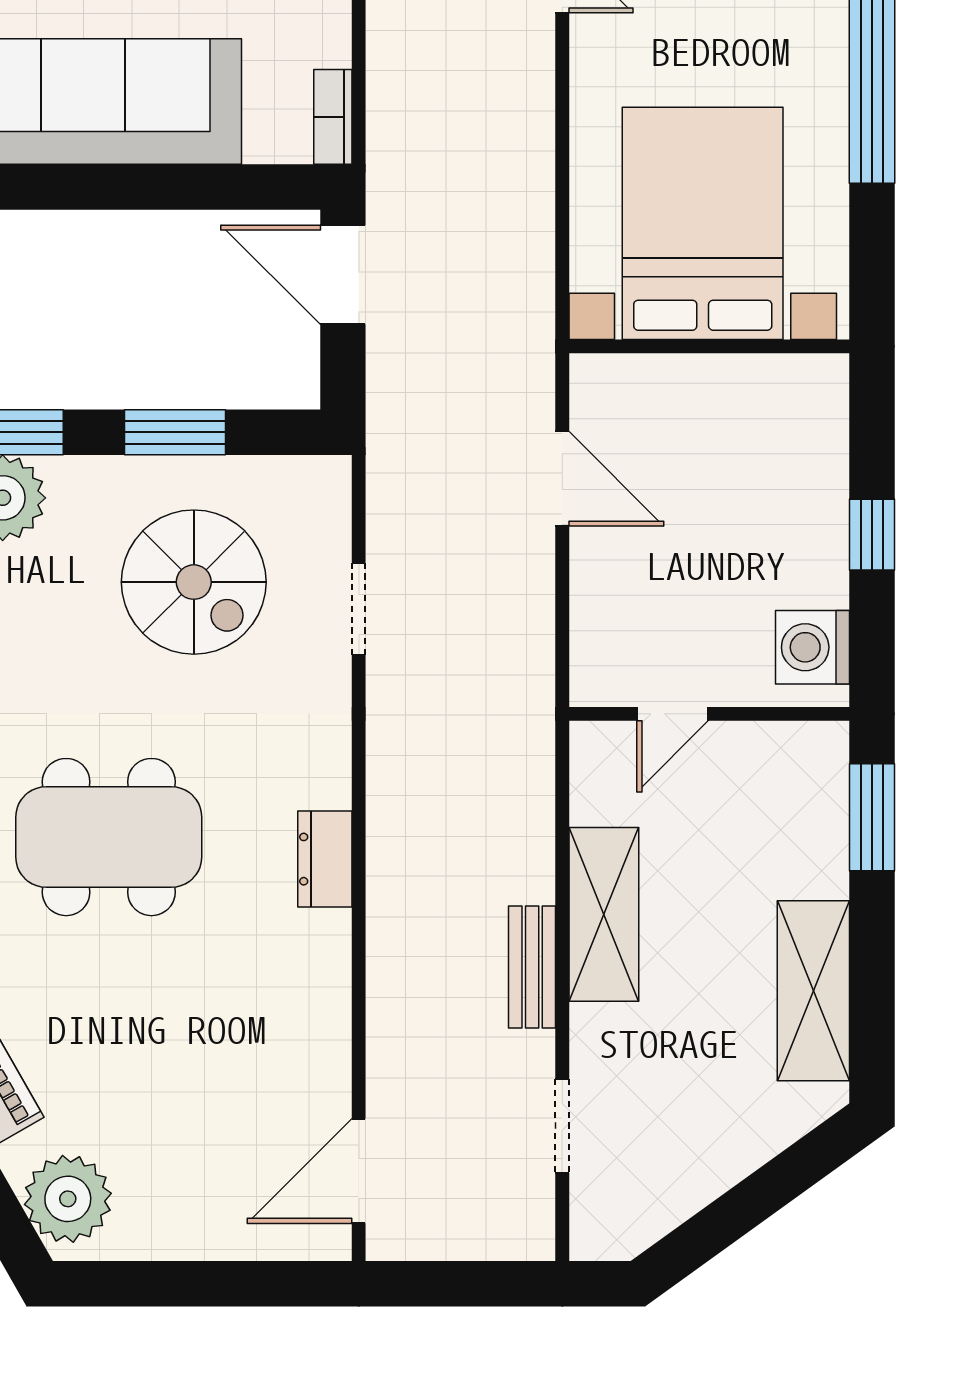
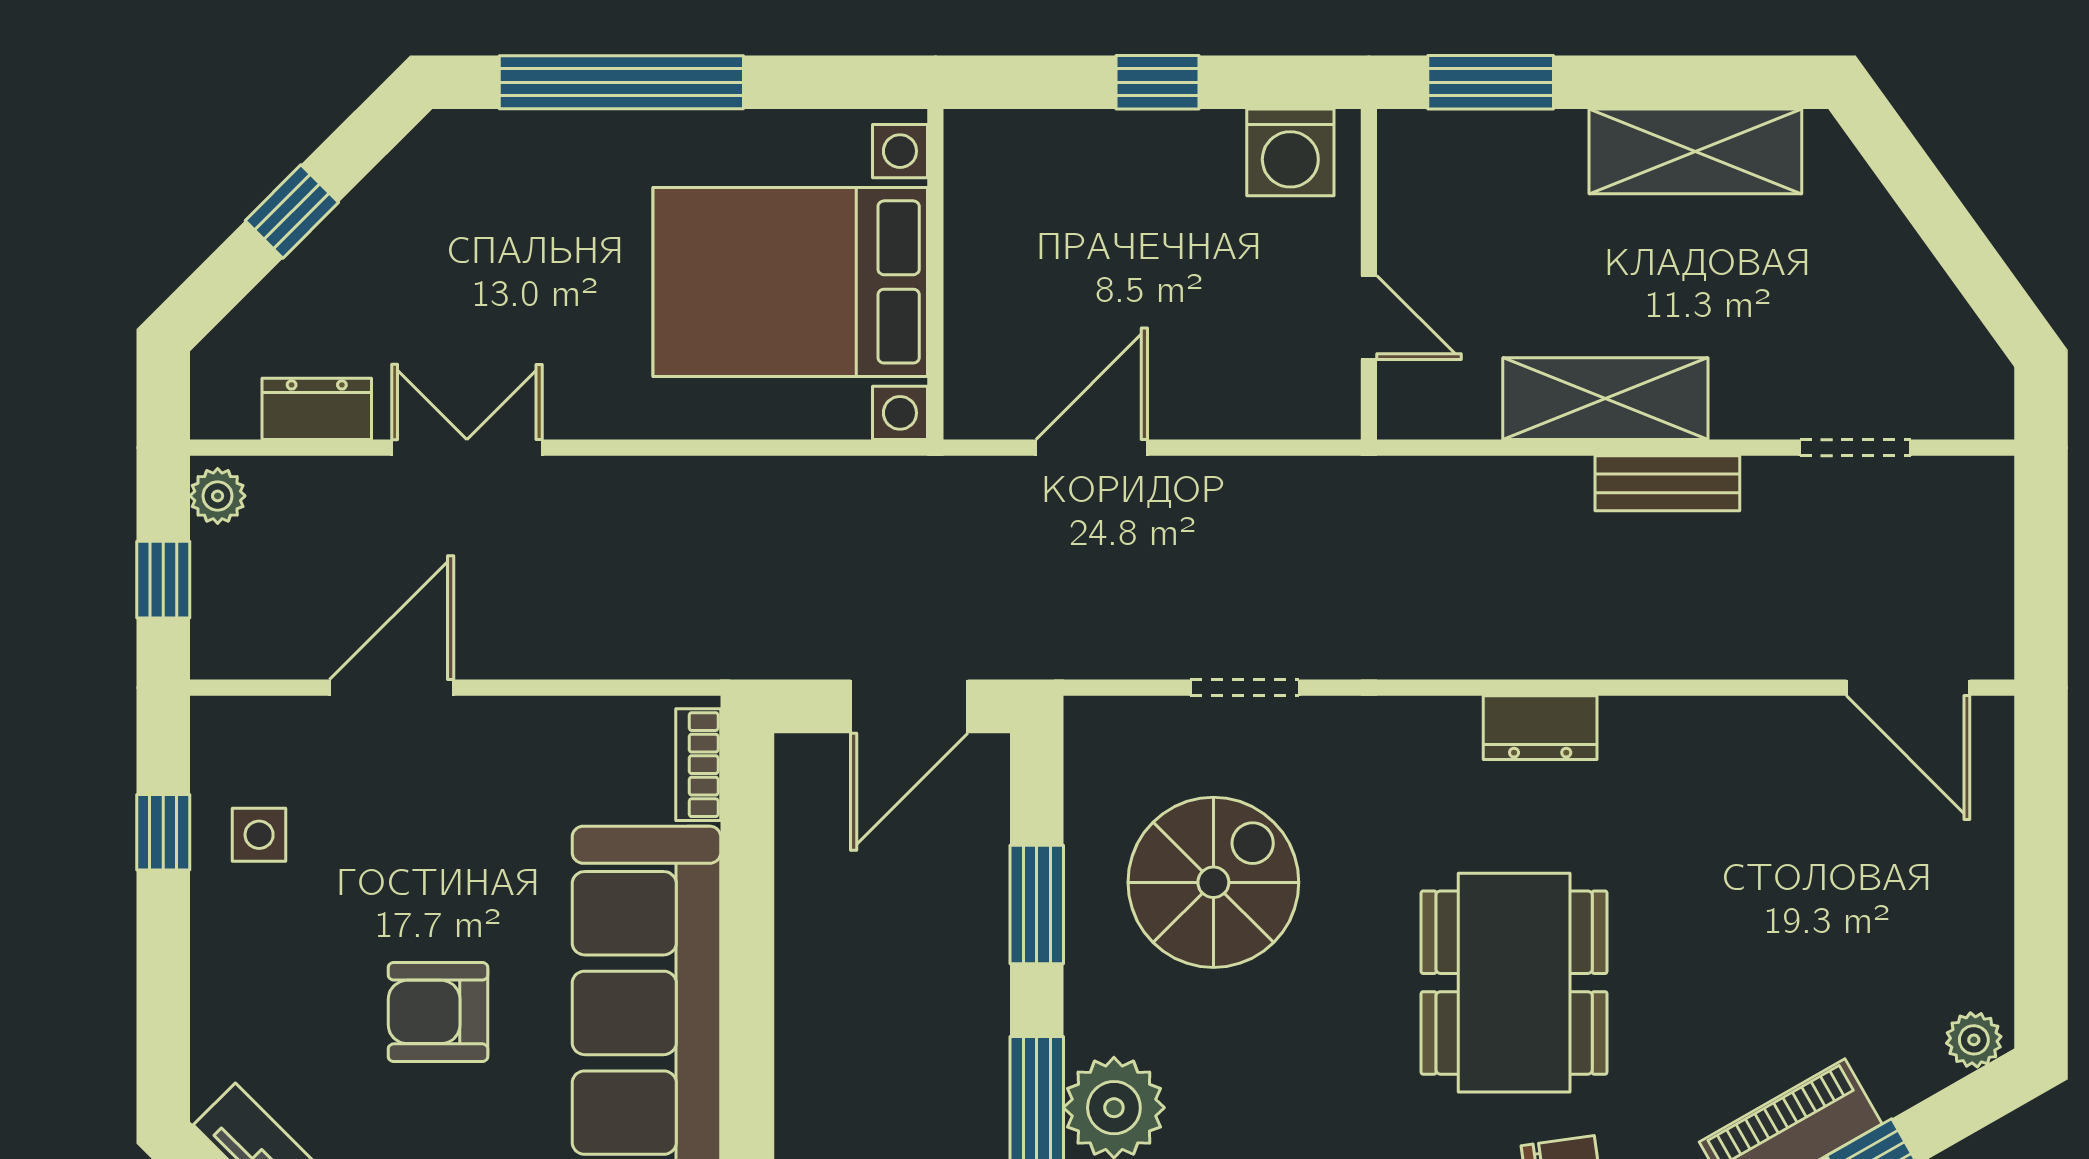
bookcase: (333, 117) -> (698, 765), moved, turned 90
door: (343, 275) -> (909, 706), moved
plant: (68, 1199) -> (1974, 1040), width x0.53, depth x0.53

